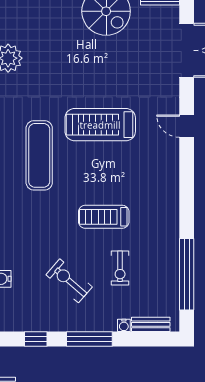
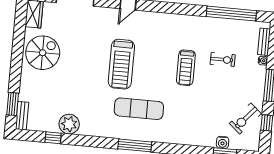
exercise bike: (69, 281) -> (245, 119), moved

